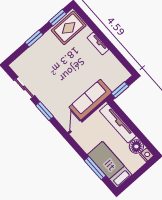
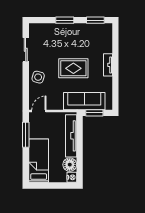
rug: (69, 28) -> (73, 68), moved
sofa: (91, 100) -> (84, 101), moved
side table: (52, 101) -> (38, 77), added
window: (45, 111) -> (26, 80), removed
window: (95, 168) -> (26, 135), moved

